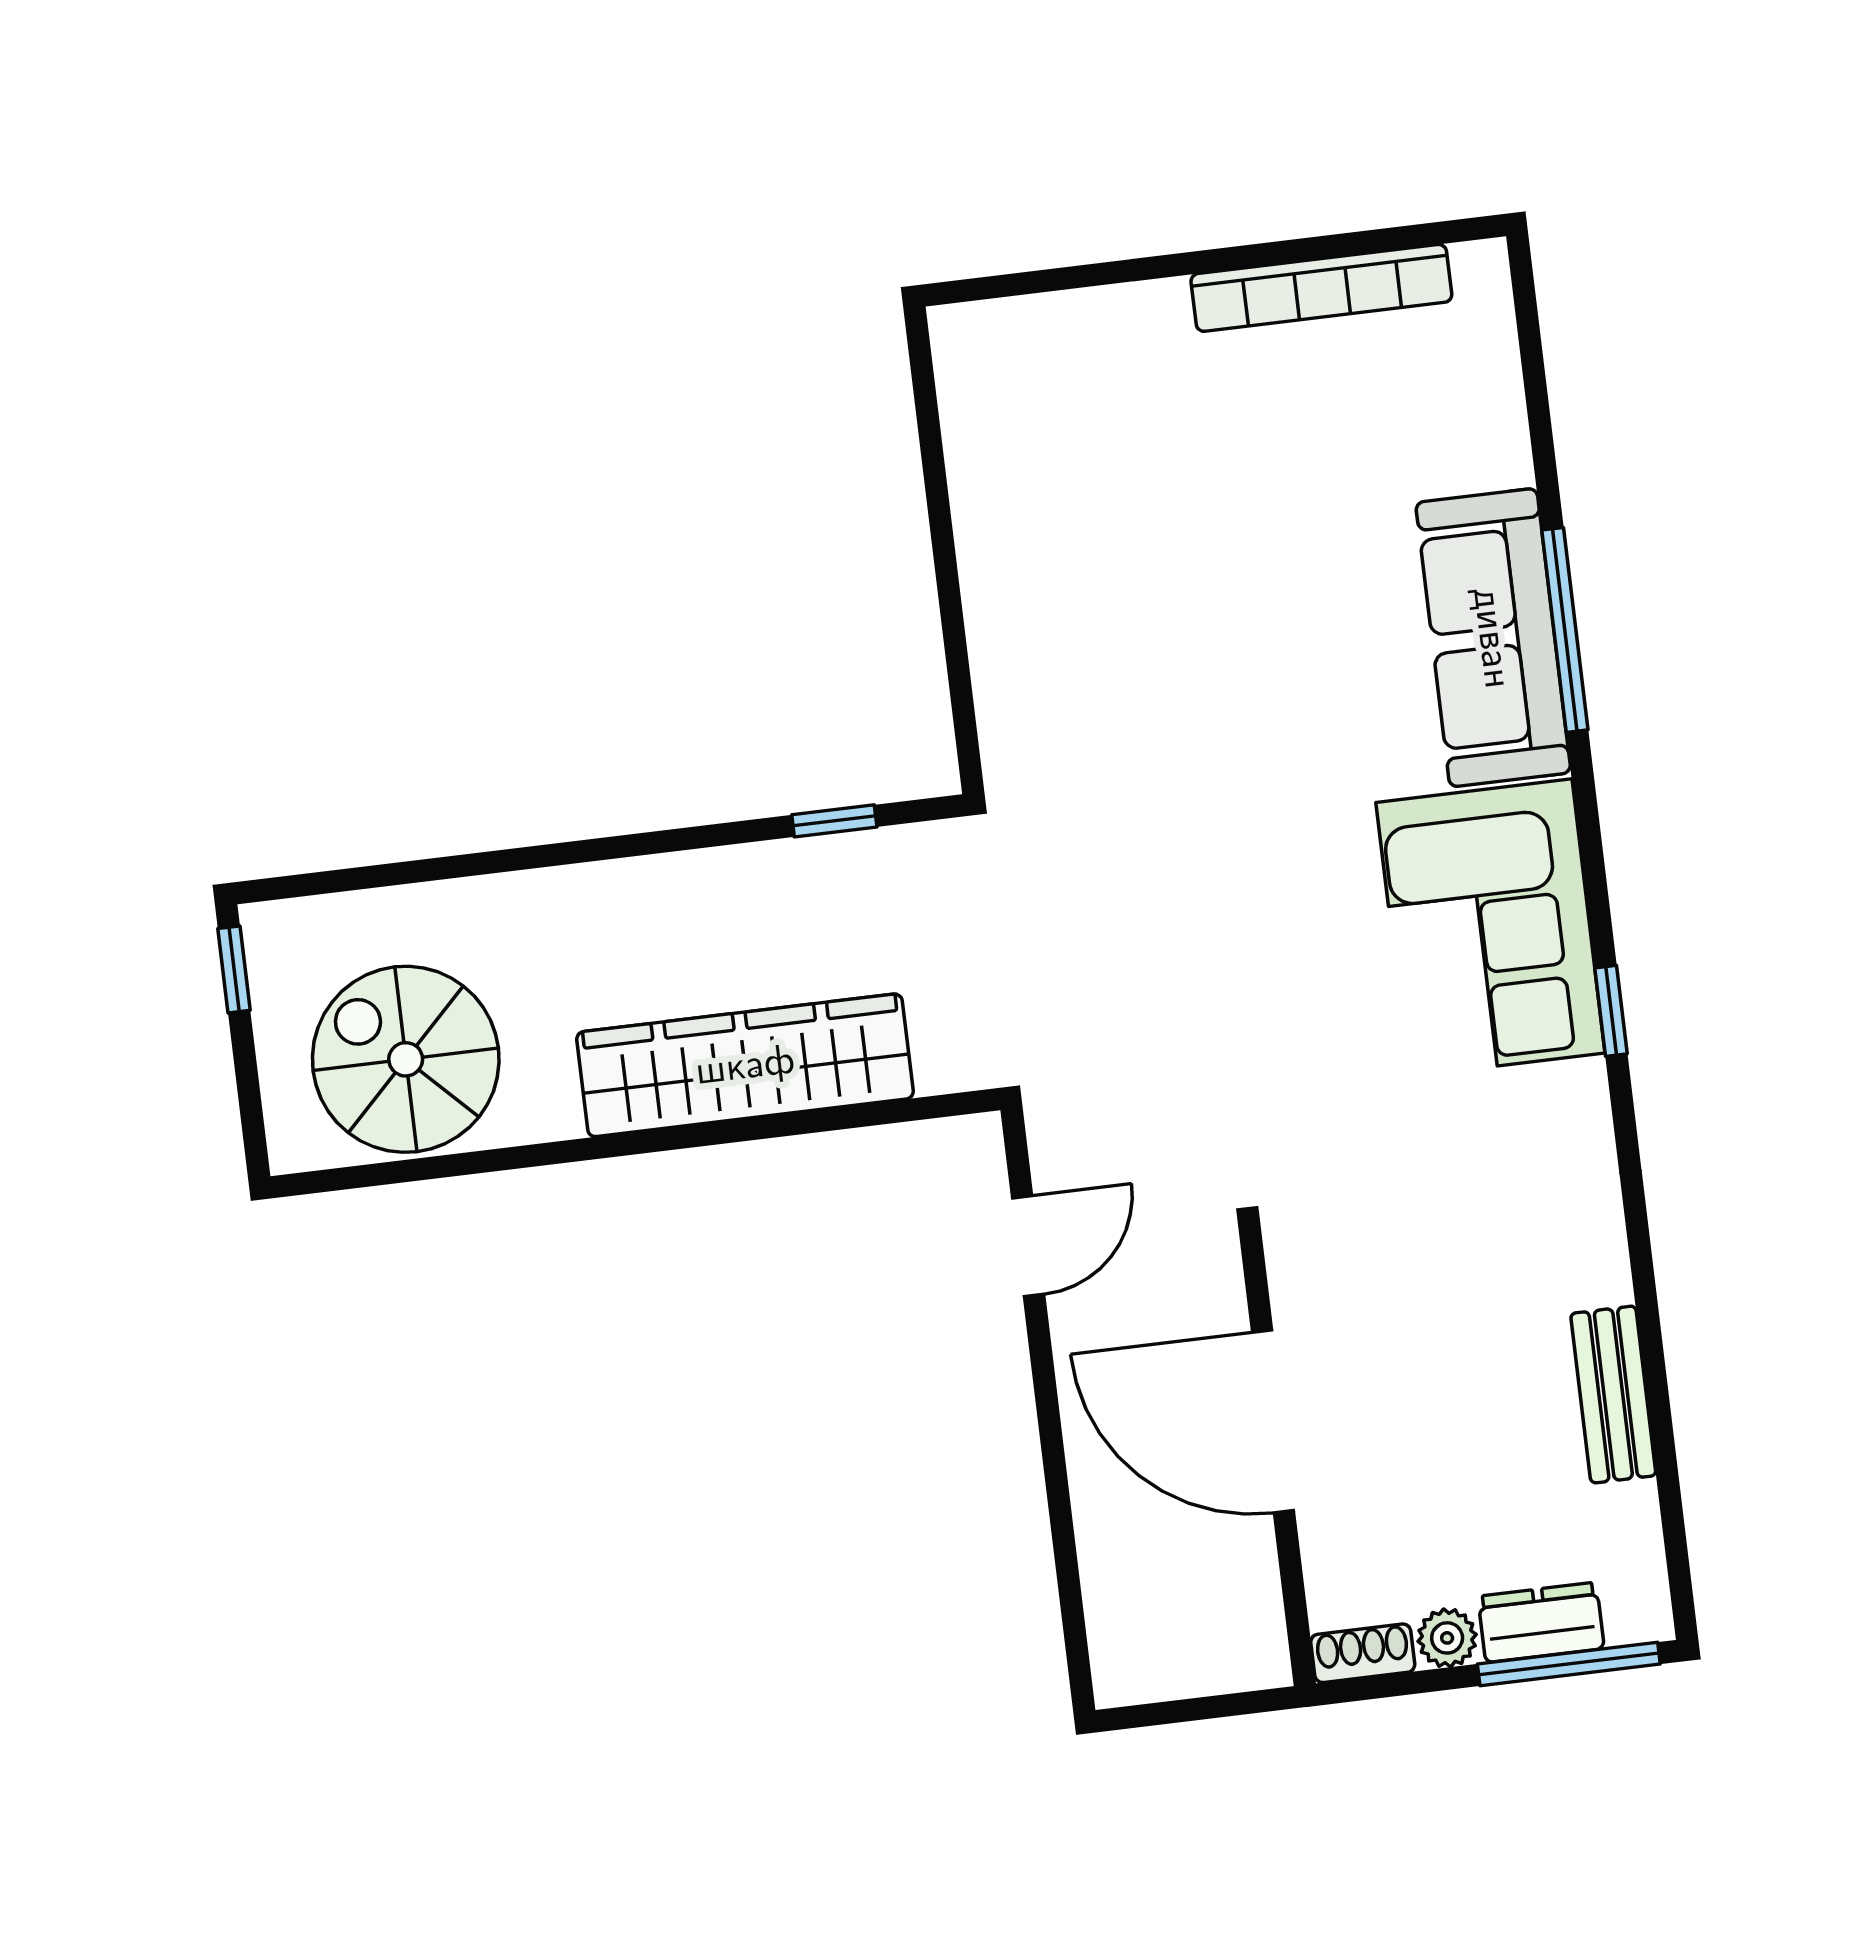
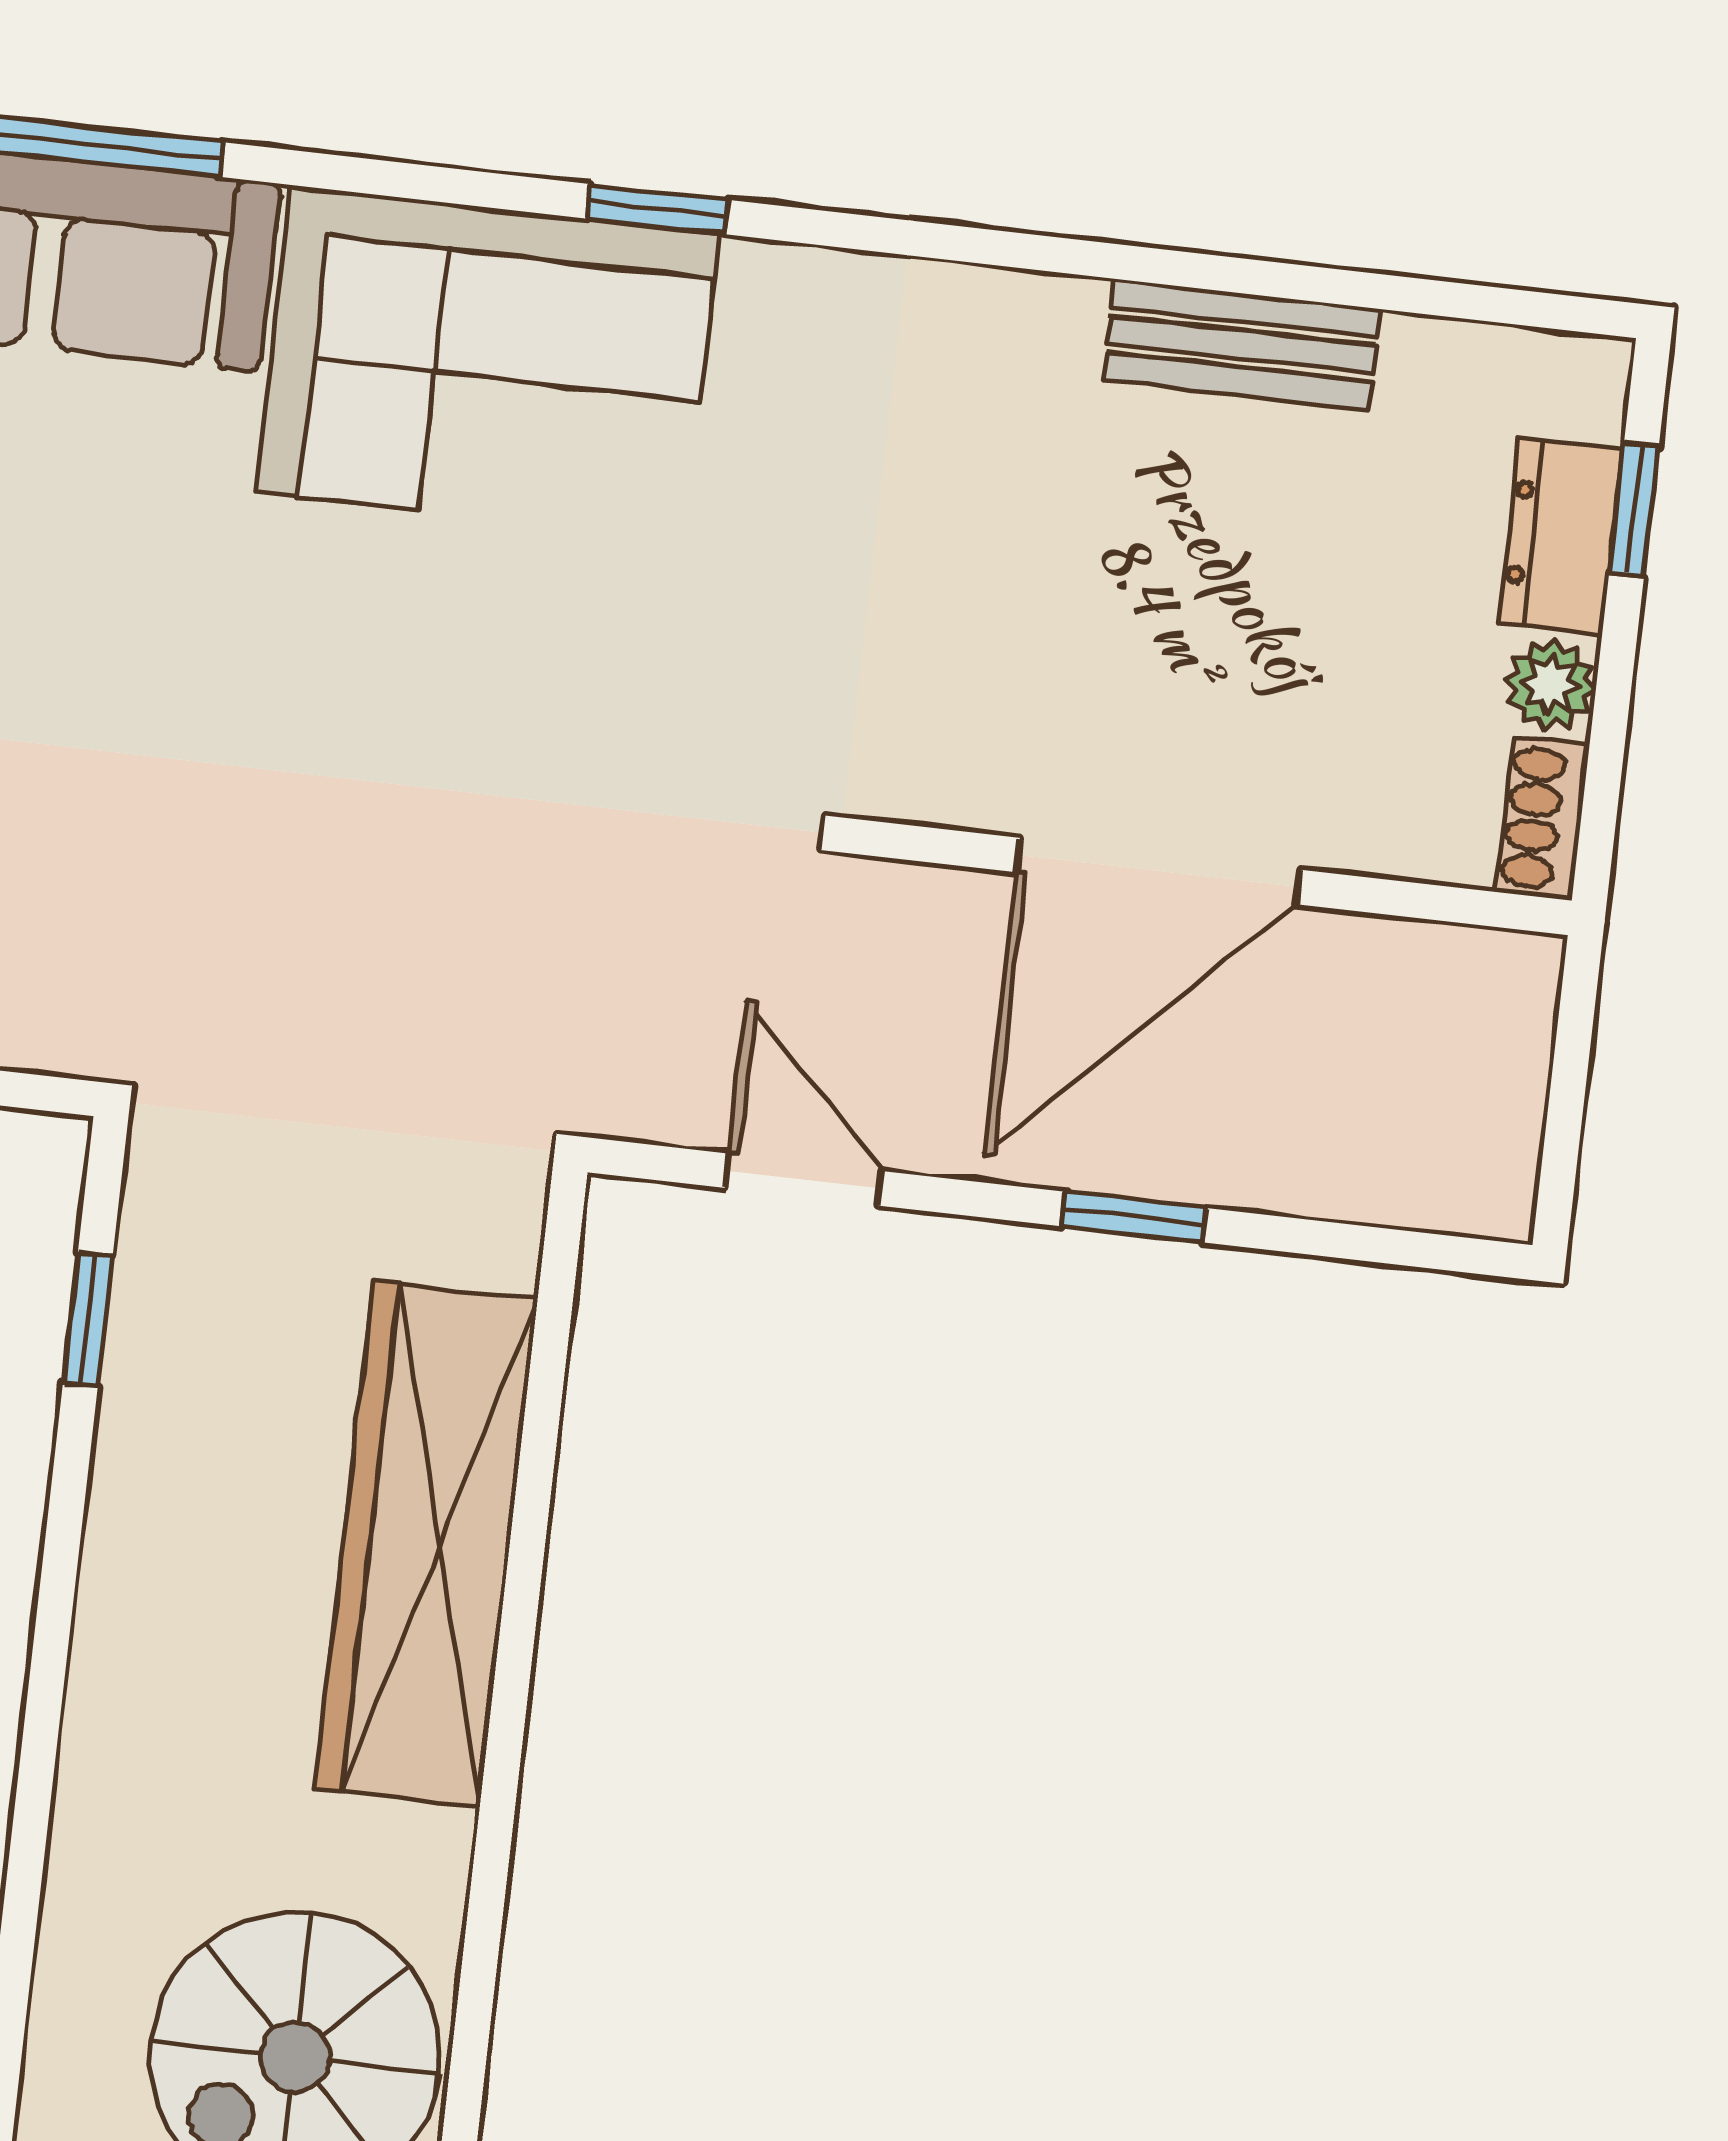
window: (1054, 1458) -> (1135, 1217), added
window: (1569, 1664) -> (1634, 510), width x0.46

